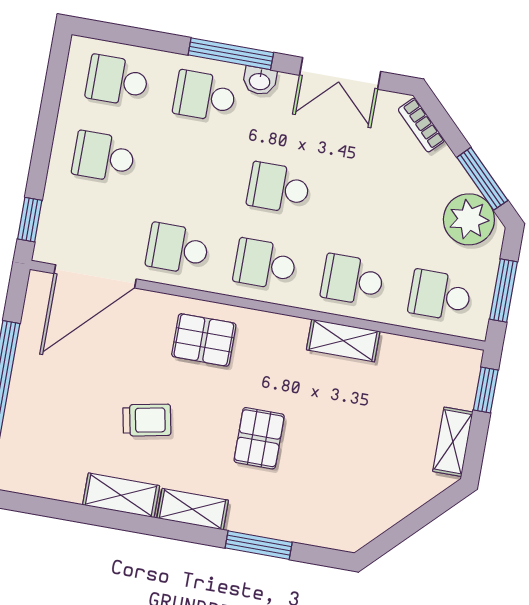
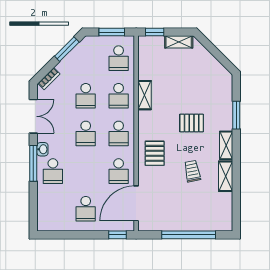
school desk: (117, 81) -> (86, 96), moved
plant: (469, 219) -> (85, 52), removed
door: (95, 276) -> (136, 203), swing flipped

